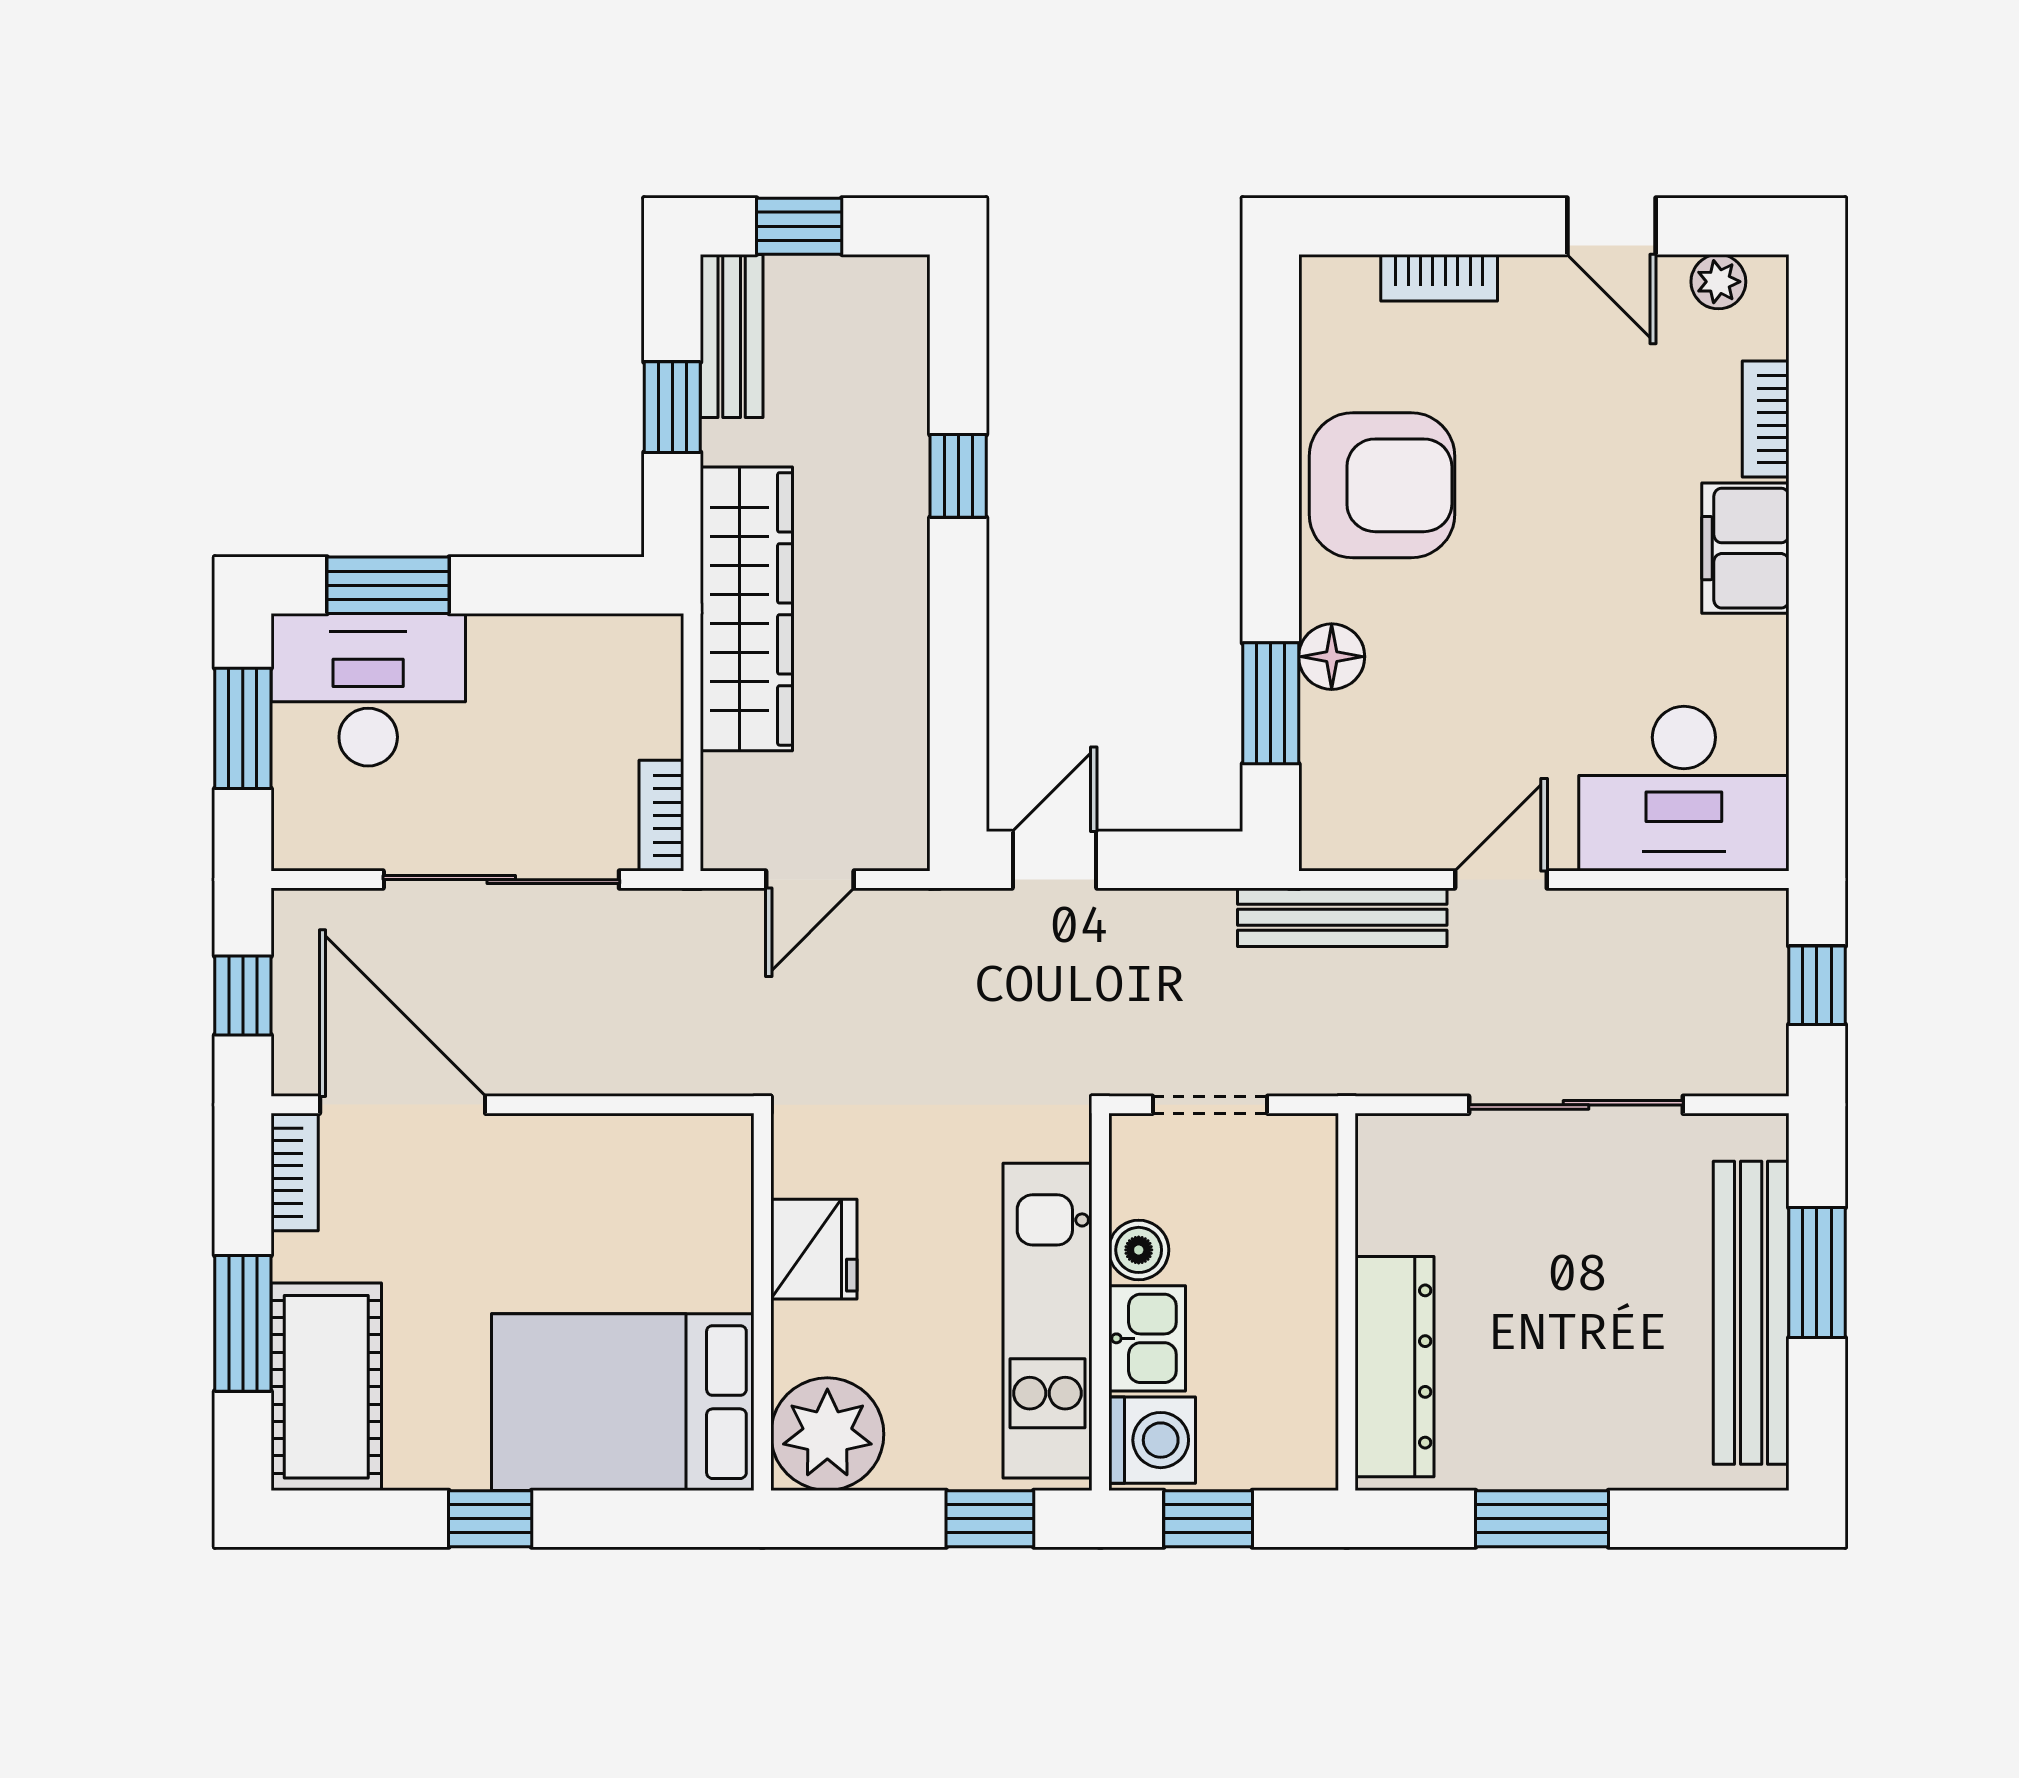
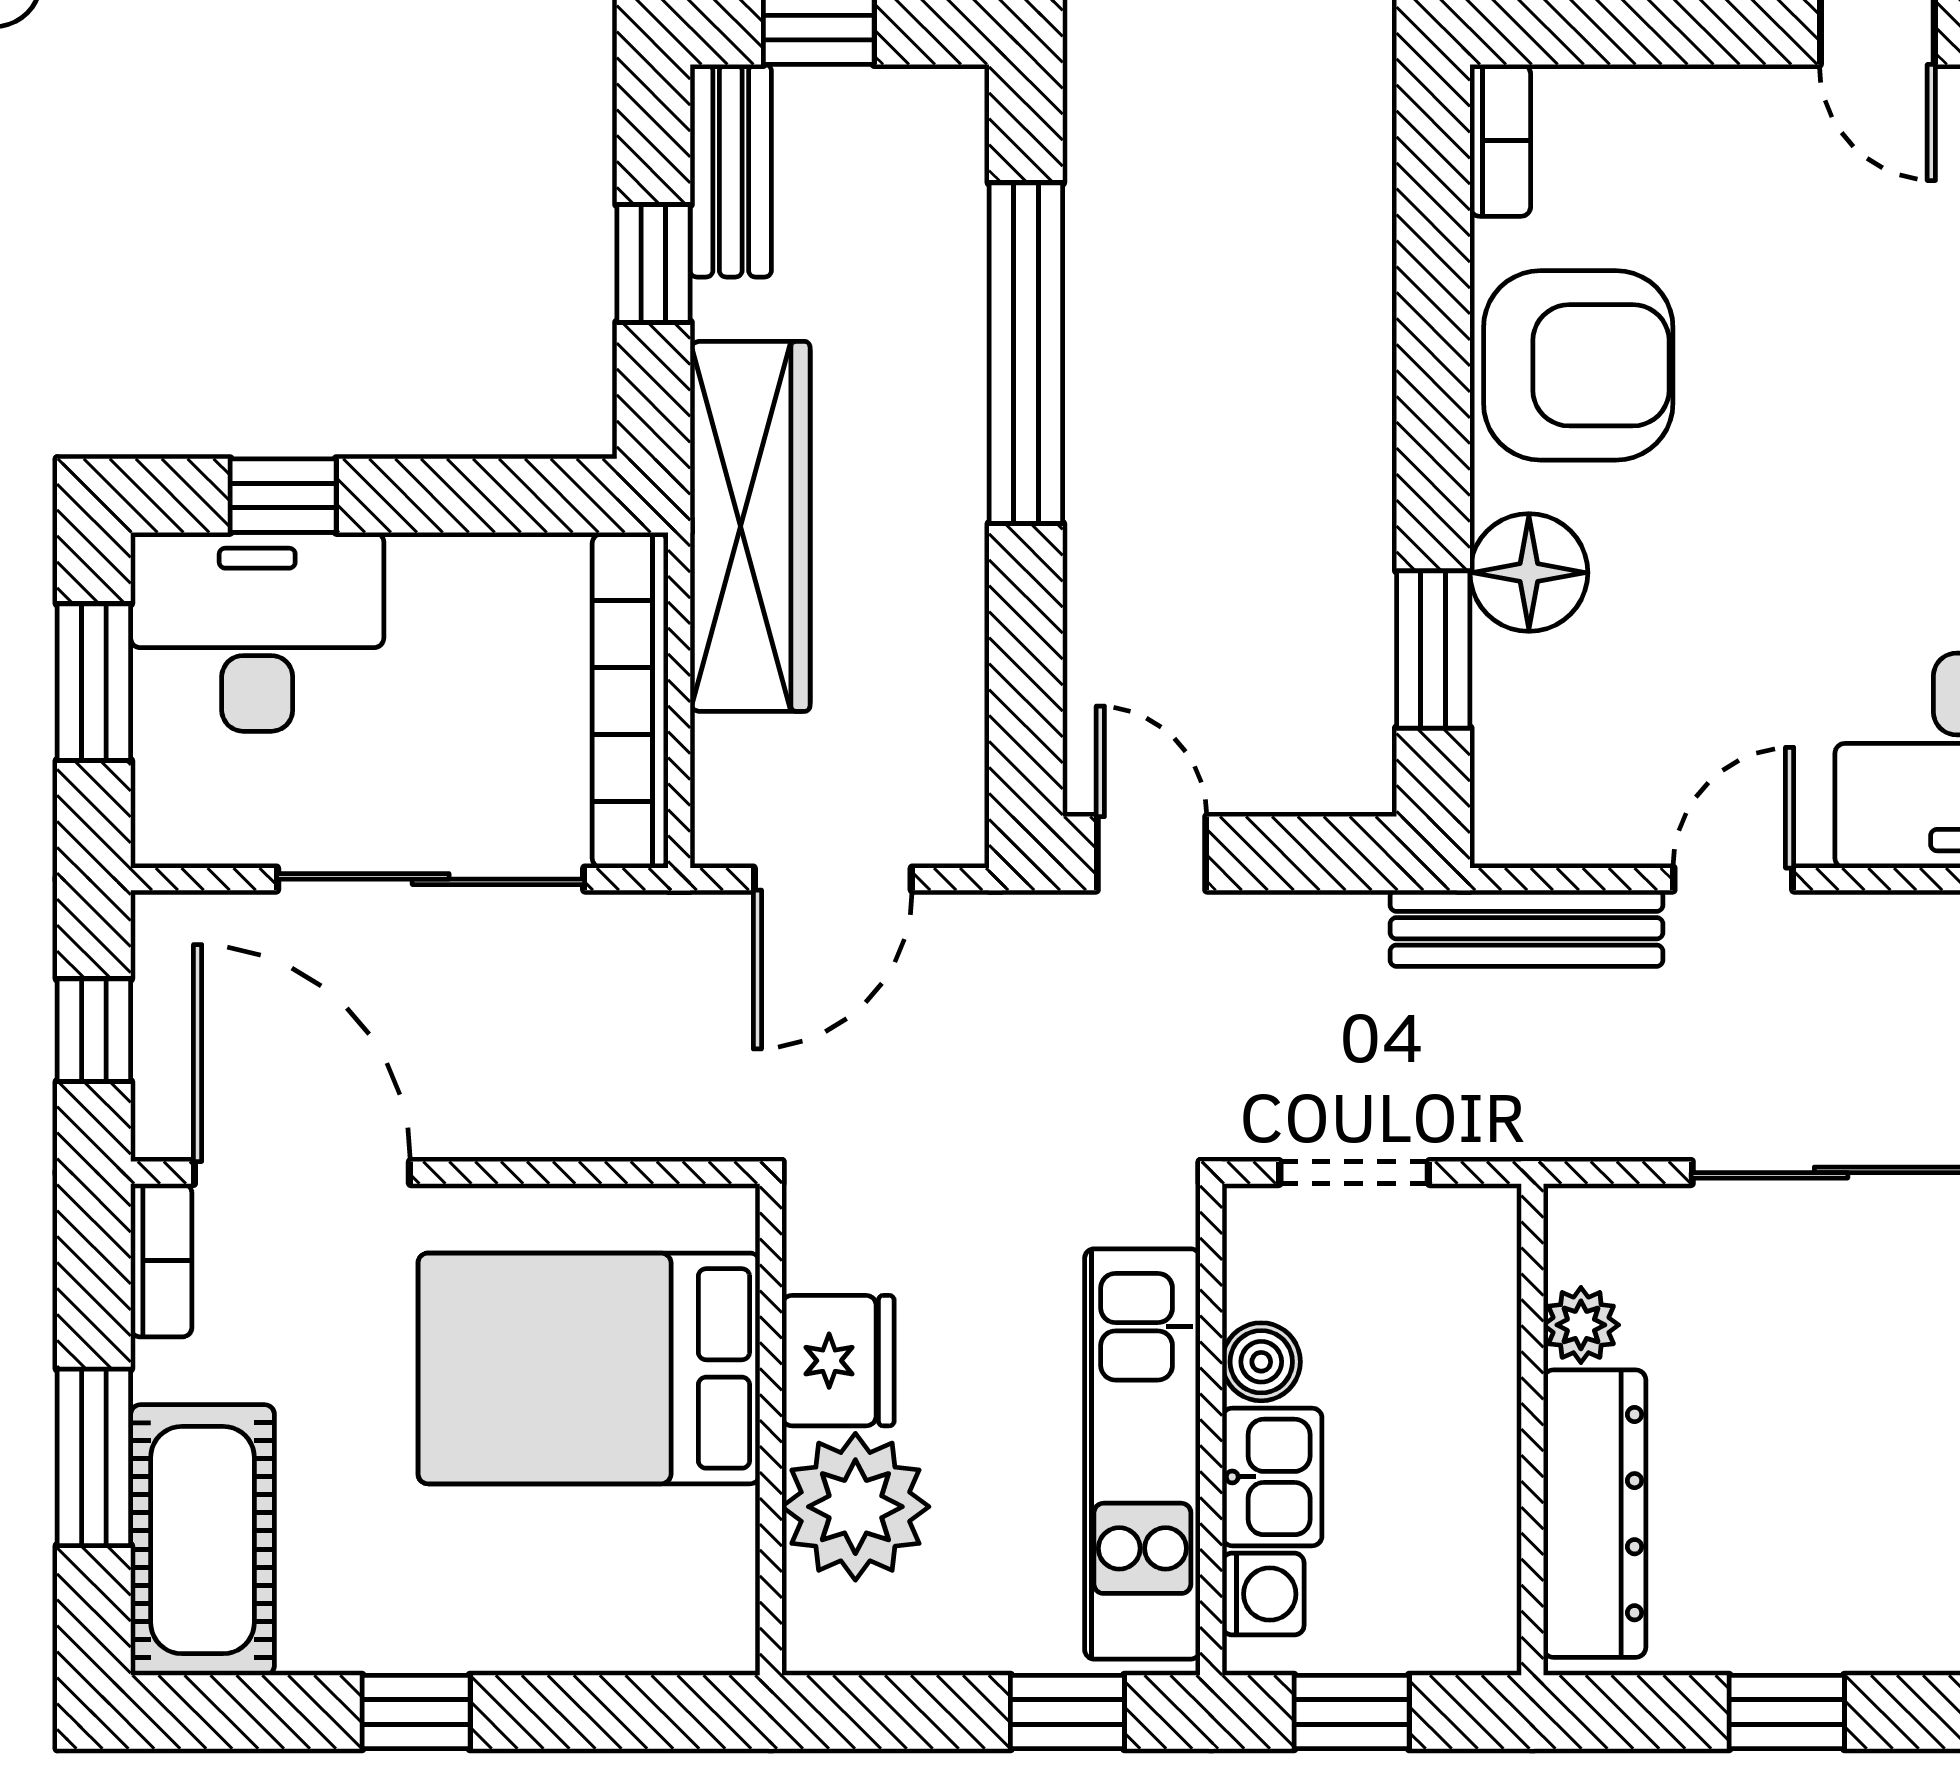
bookcase: (1439, 278) -> (1500, 140), moved, turned -90
window: (958, 476) -> (1026, 353), width x3.17
window: (388, 585) -> (283, 496), width x0.67
floor lamp: (1332, 657) -> (1529, 573), width x1.38, depth x1.38
bookcase: (661, 816) -> (630, 701), width x2.31, depth x1.31
door: (1054, 860) -> (1152, 853), hinge flipped
door: (810, 880) -> (833, 879), width x1.38
plant: (1384, 1222) -> (1581, 1325), added
bed: (623, 1402) -> (589, 1368), moved
plant: (827, 1434) -> (855, 1507), moved
washing machine: (1152, 1440) -> (1263, 1594), width x0.73, depth x0.73
window: (1542, 1519) -> (1787, 1712), width x0.67

